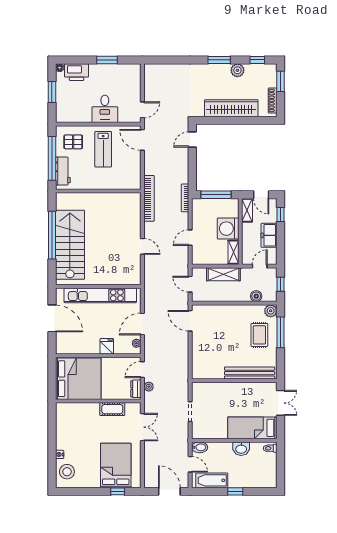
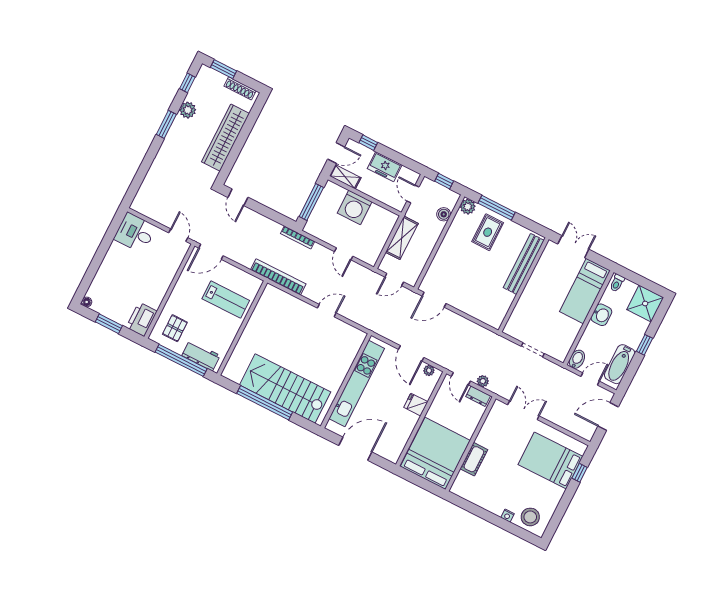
window: (107, 60) -> (104, 246), removed
printer: (77, 72) -> (142, 319), moved, turned 180
desk: (105, 109) -> (135, 233), moved, turned 180
lab bench: (103, 149) -> (226, 300), moved
shelving: (233, 252) -> (383, 215), removed
rug: (259, 335) -> (488, 232), turned 90
cot: (112, 409) -> (474, 459), moved
shower: (266, 476) -> (645, 303), added

